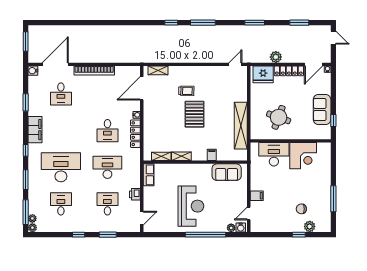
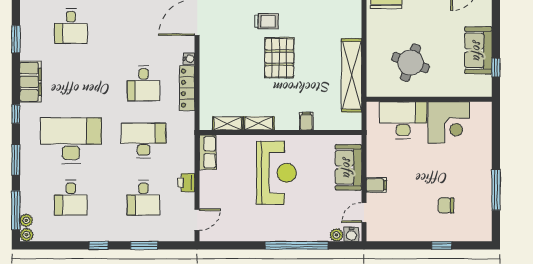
sofa: (227, 172) -> (348, 167), moved, turned 90
desk: (61, 204) -> (71, 198), turned 180
desk: (107, 204) -> (144, 198), turned 180
reception desk: (191, 206) -> (276, 173), moved
plant: (310, 226) -> (459, 233), removed

